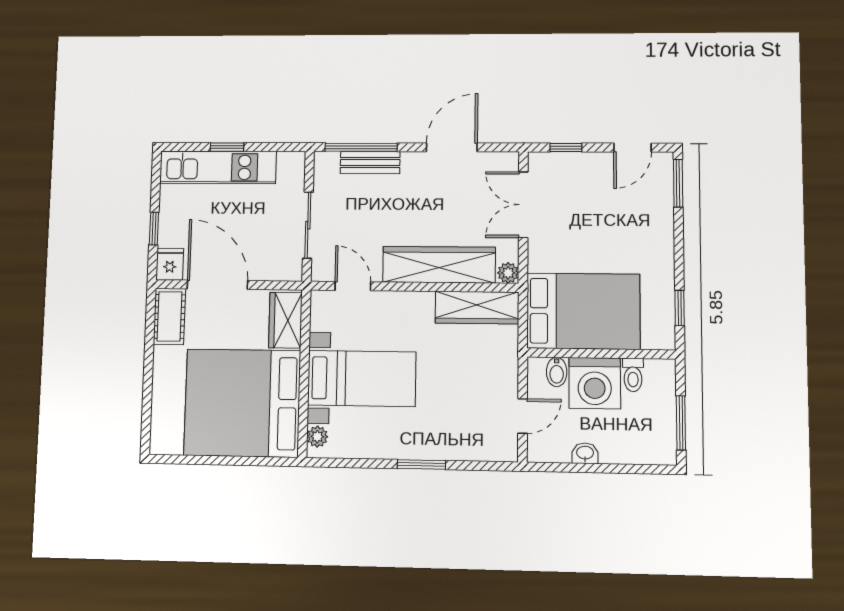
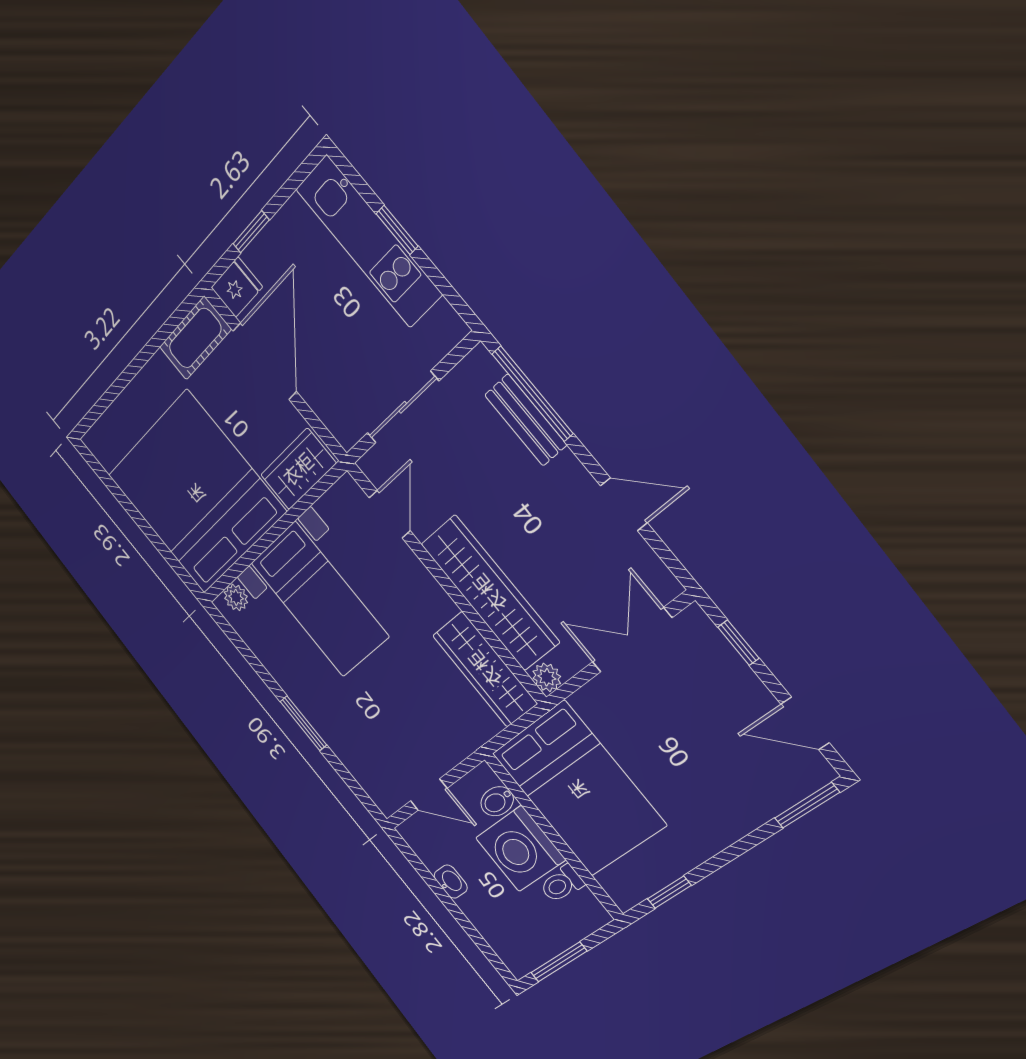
door: (452, 147) -> (624, 504), width x0.73

